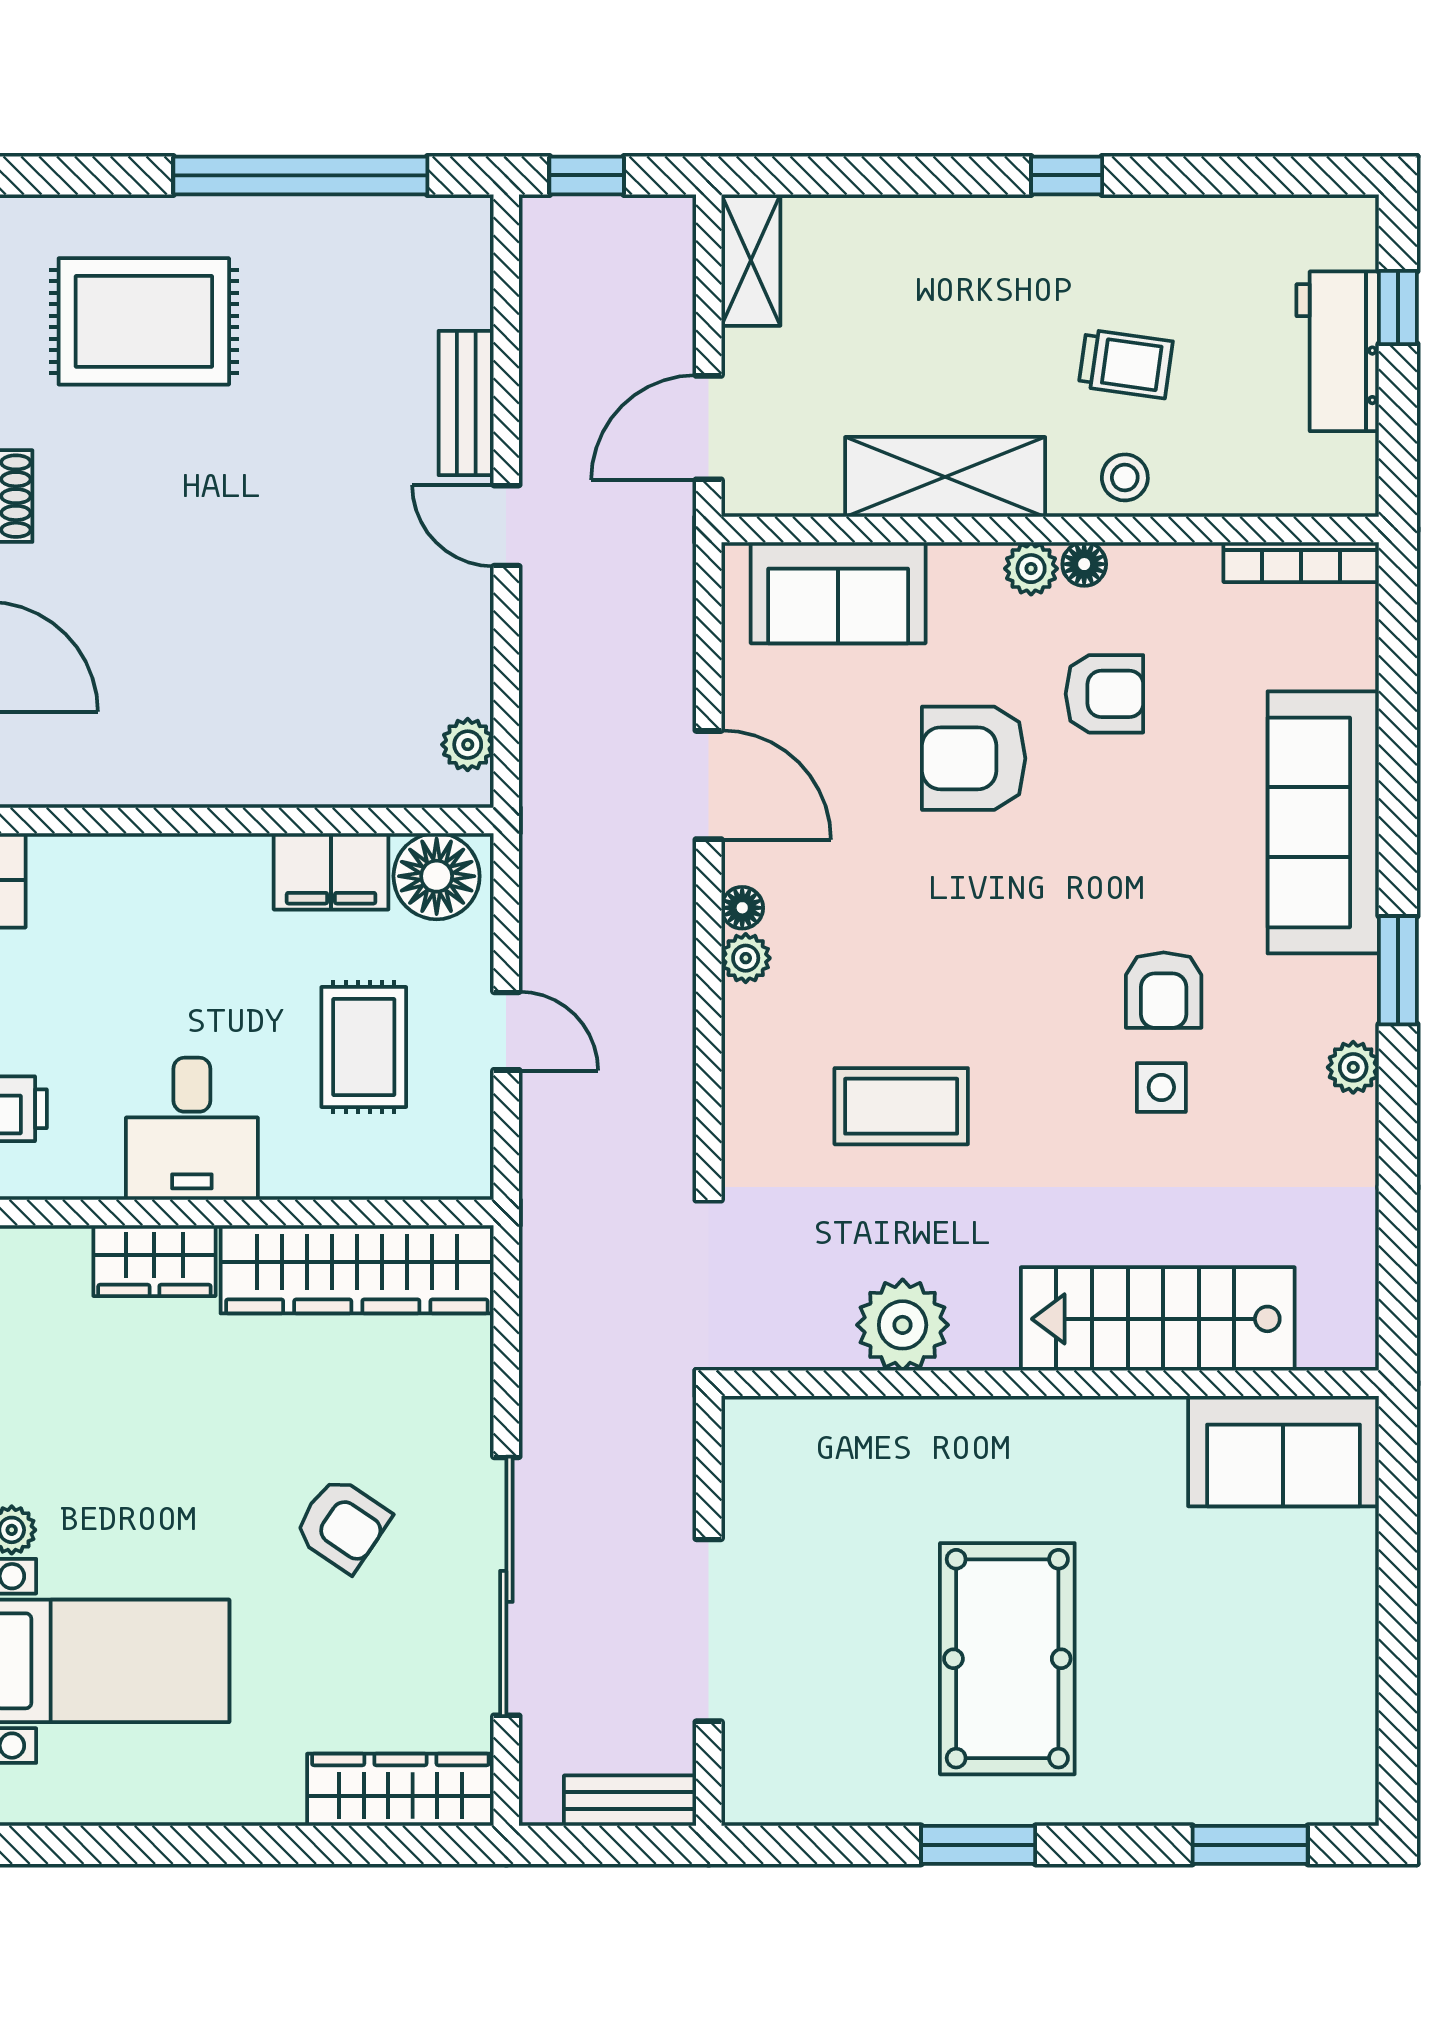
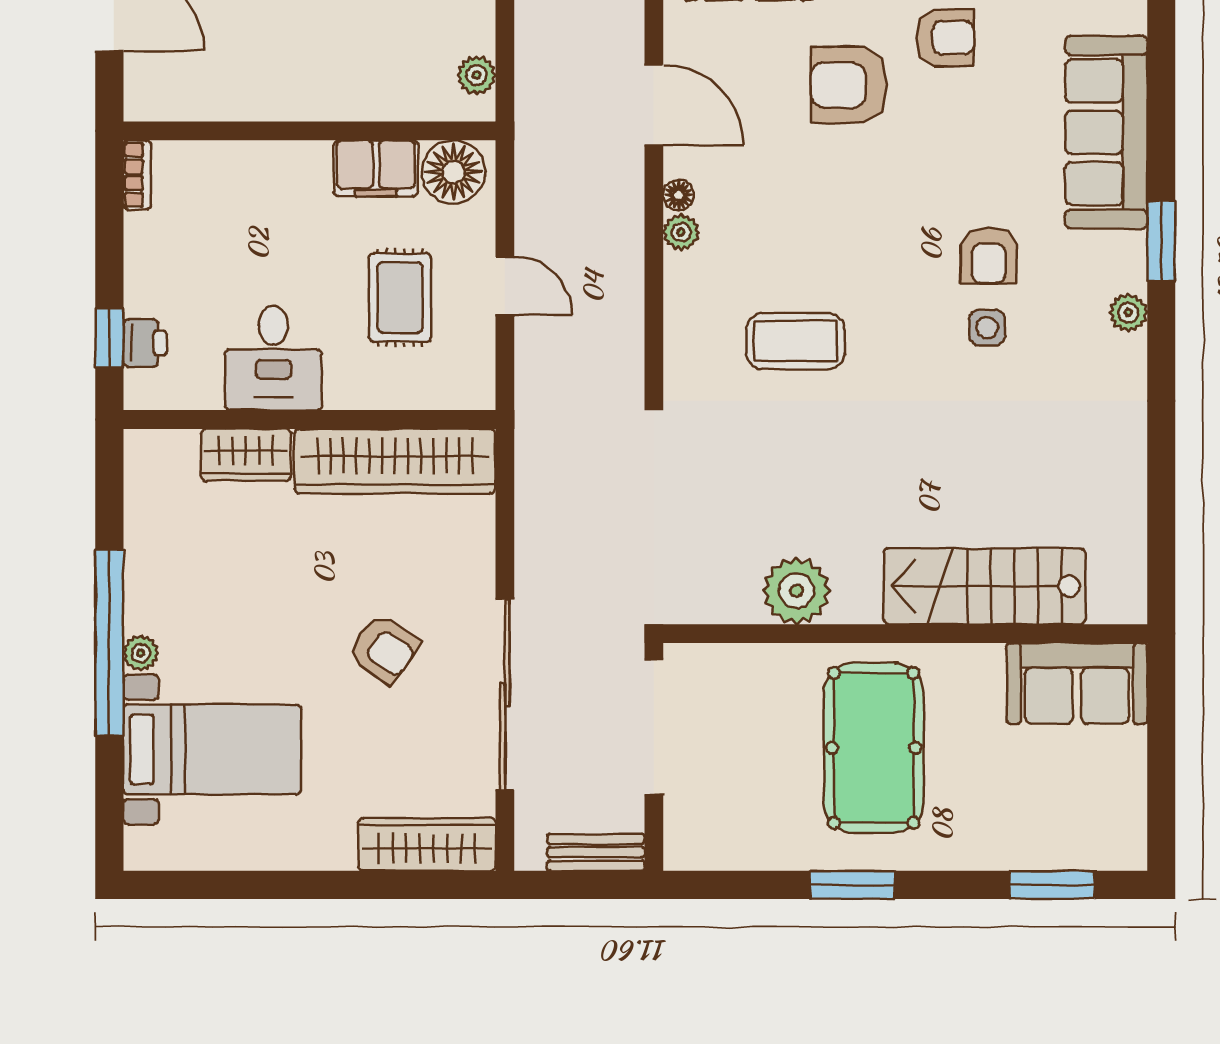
stairs: (1158, 1319) -> (984, 586), moved
plant: (903, 1325) -> (797, 591), moved
wall: (1050, 1383) -> (905, 634), moved
sofa: (1283, 1451) -> (1077, 684), moved

